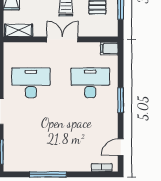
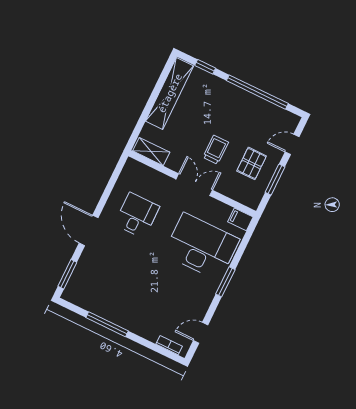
desk: (31, 83) -> (137, 215), width x0.73
desk: (90, 83) -> (201, 247), width x1.36, depth x1.30

